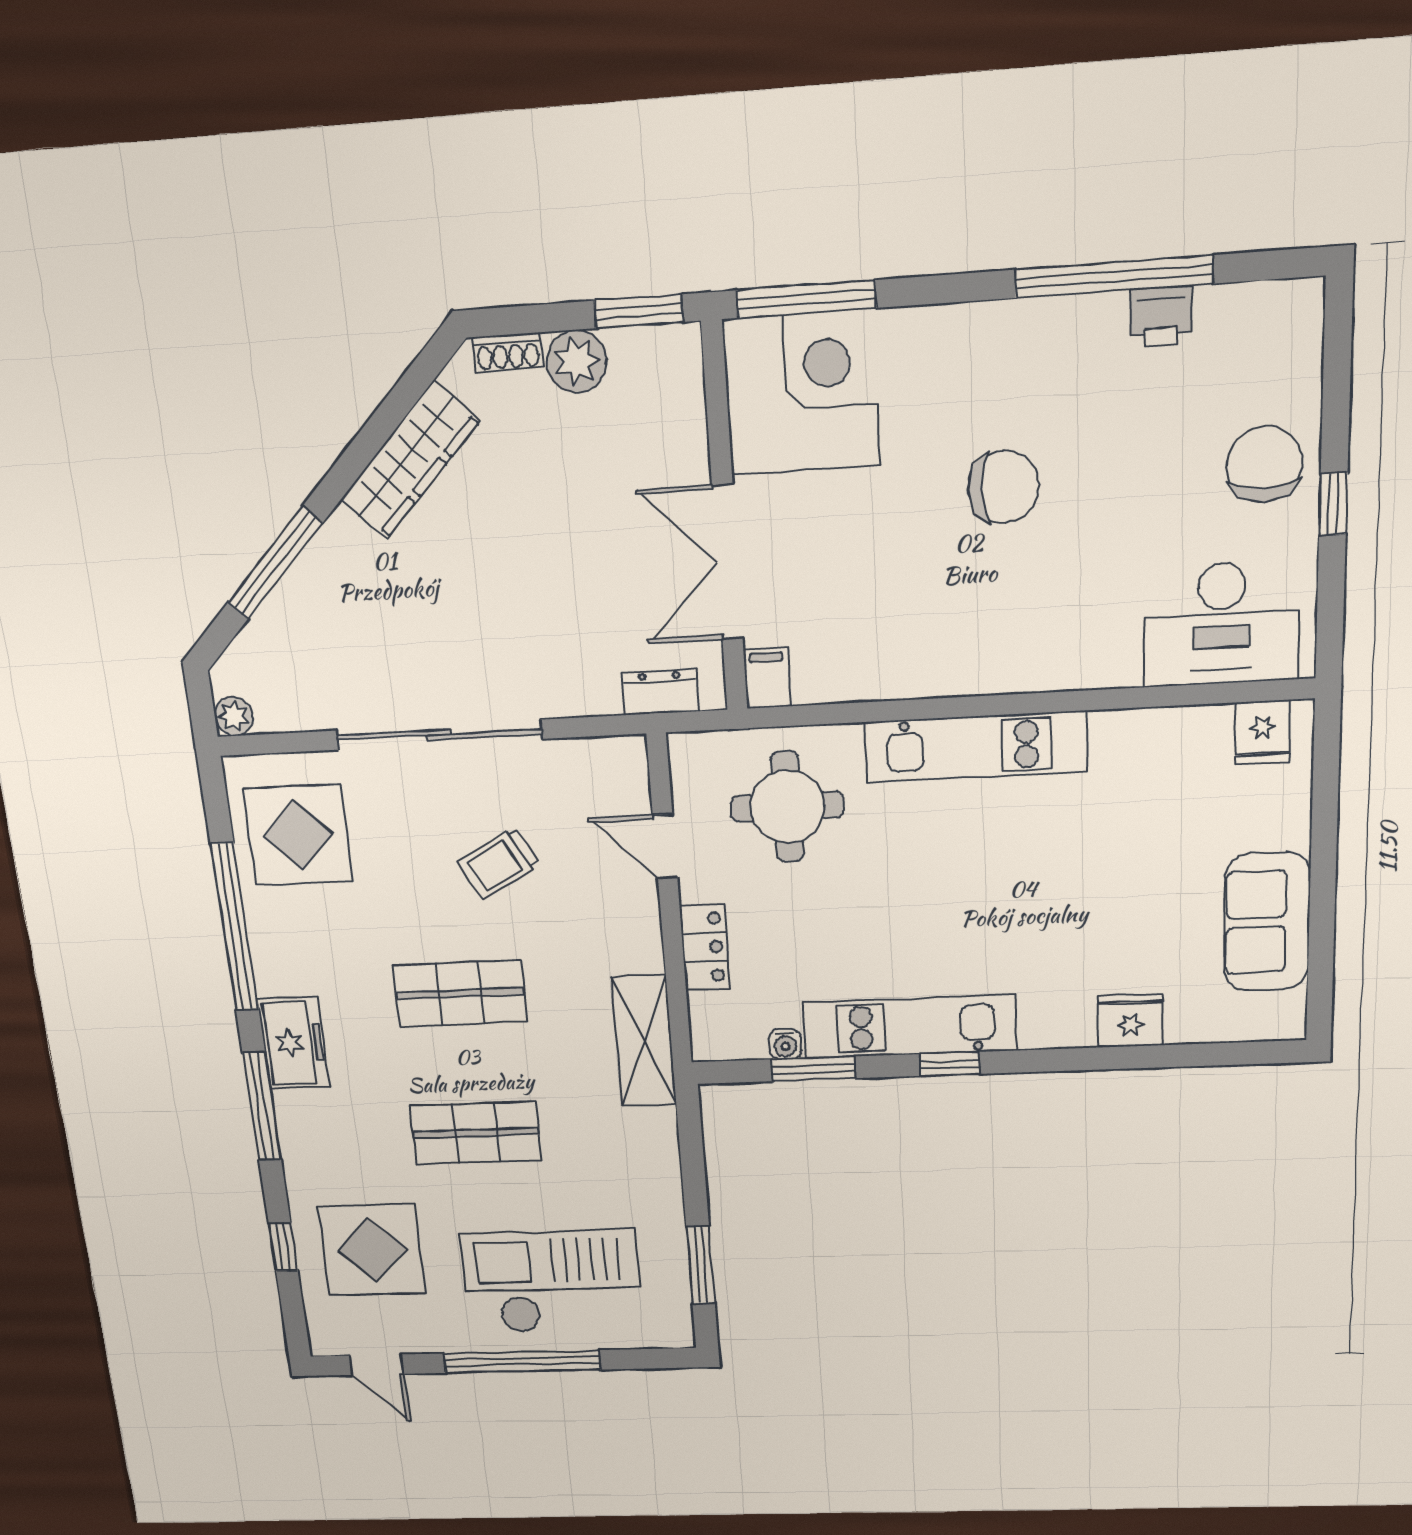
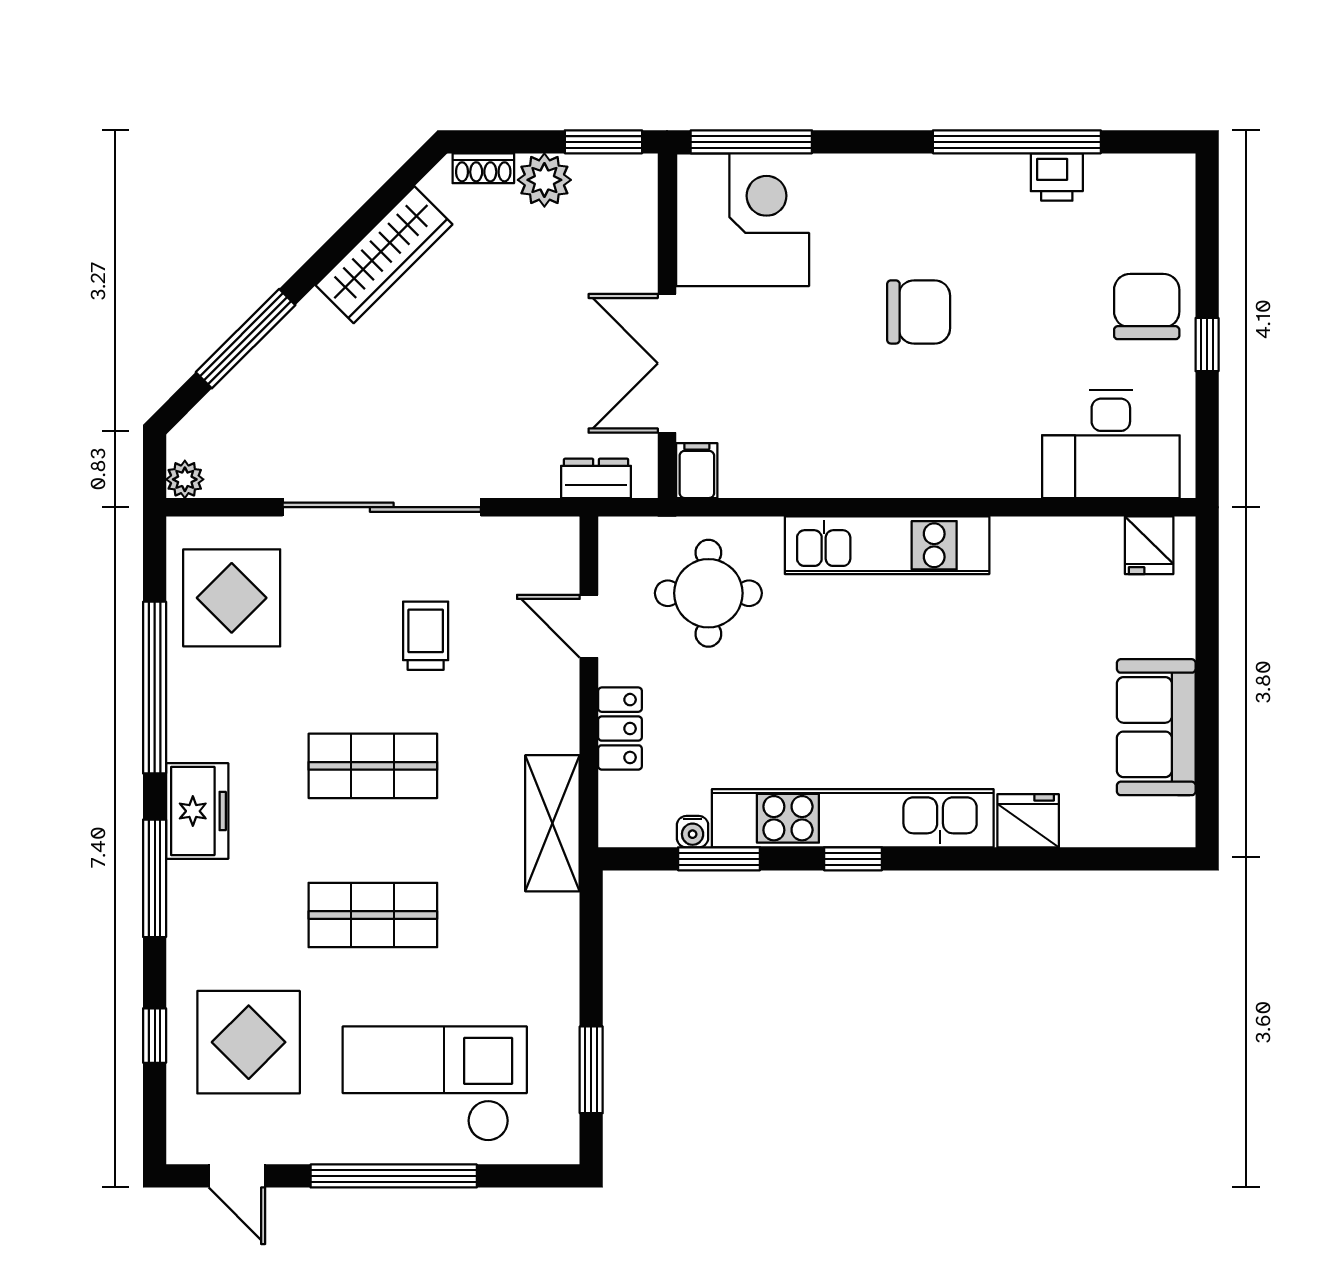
trolley: (499, 864) -> (426, 636), turned 119
kitchen unit: (910, 1026) -> (853, 818), width x1.36

